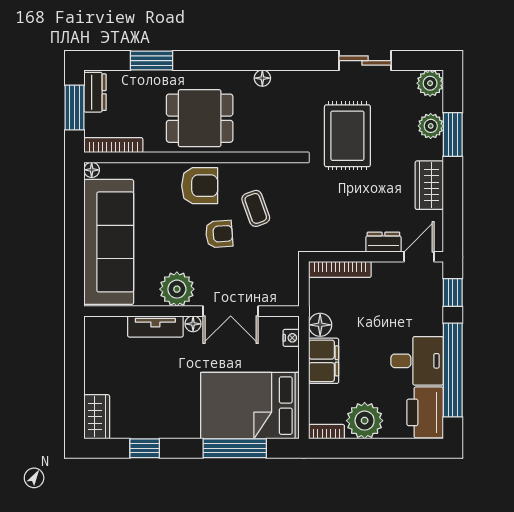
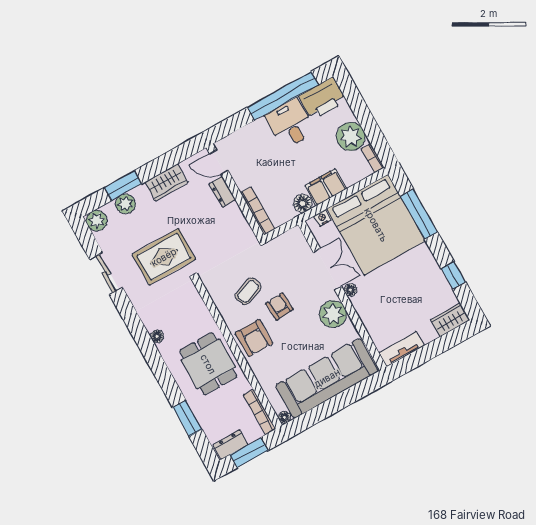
armchair: (200, 186) -> (254, 338), turned 180
window: (453, 292) -> (230, 125), removed
tv unit: (155, 326) -> (401, 349), moved, turned -90
bed: (250, 406) -> (376, 225), width x1.36

